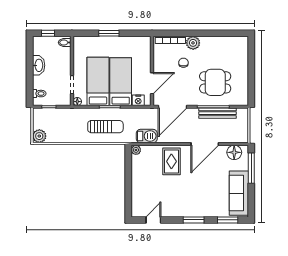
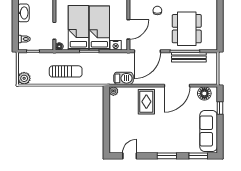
dining table: (215, 82) -> (187, 29), width x1.37
sun lounger: (105, 127) -> (66, 71), moved
window: (251, 168) -> (220, 108), width x0.46

